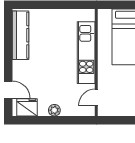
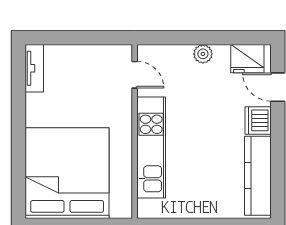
dishwasher: (20, 69) -> (258, 120), added
door: (96, 97) -> (135, 75), hinge flipped

